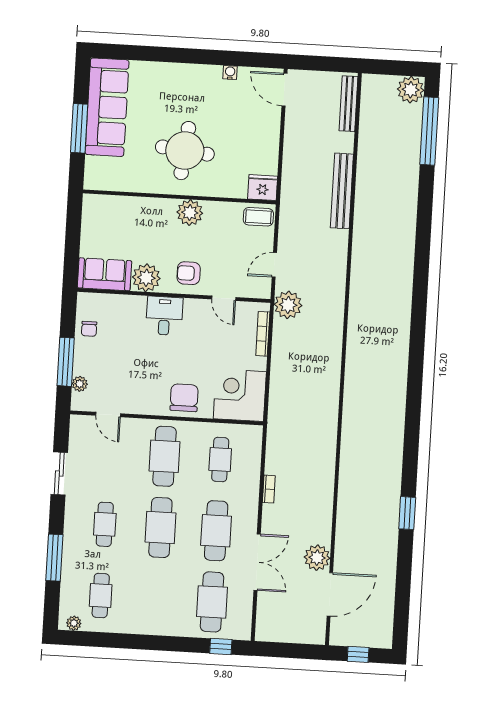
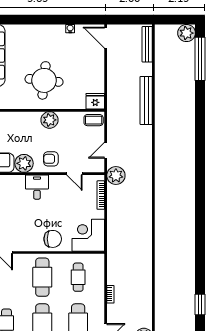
chair: (184, 398) -> (53, 239), turned 90

